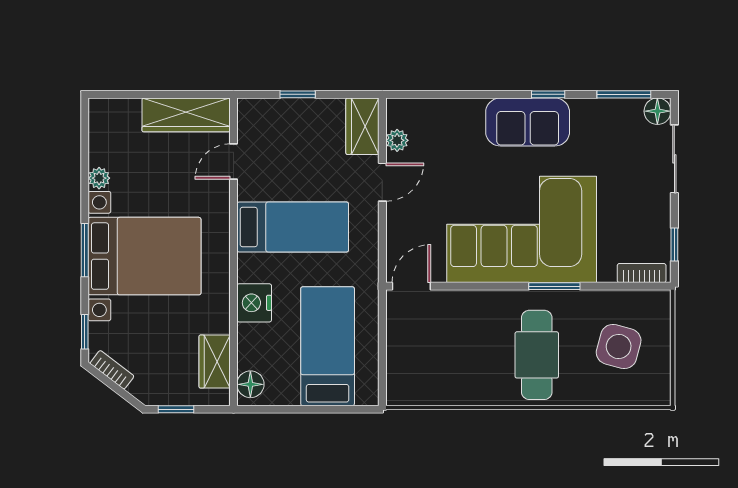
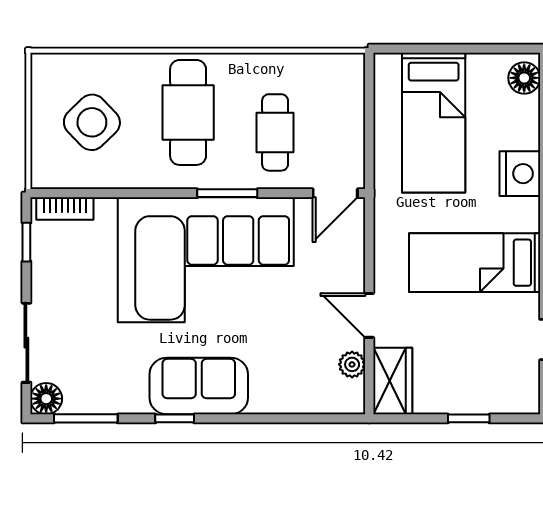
door: (382, 182) -> (369, 315), hinge flipped
window: (554, 286) -> (227, 193), moved
cafe table: (463, 338) -> (275, 132), added
side table: (619, 346) -> (92, 122), turned 31

